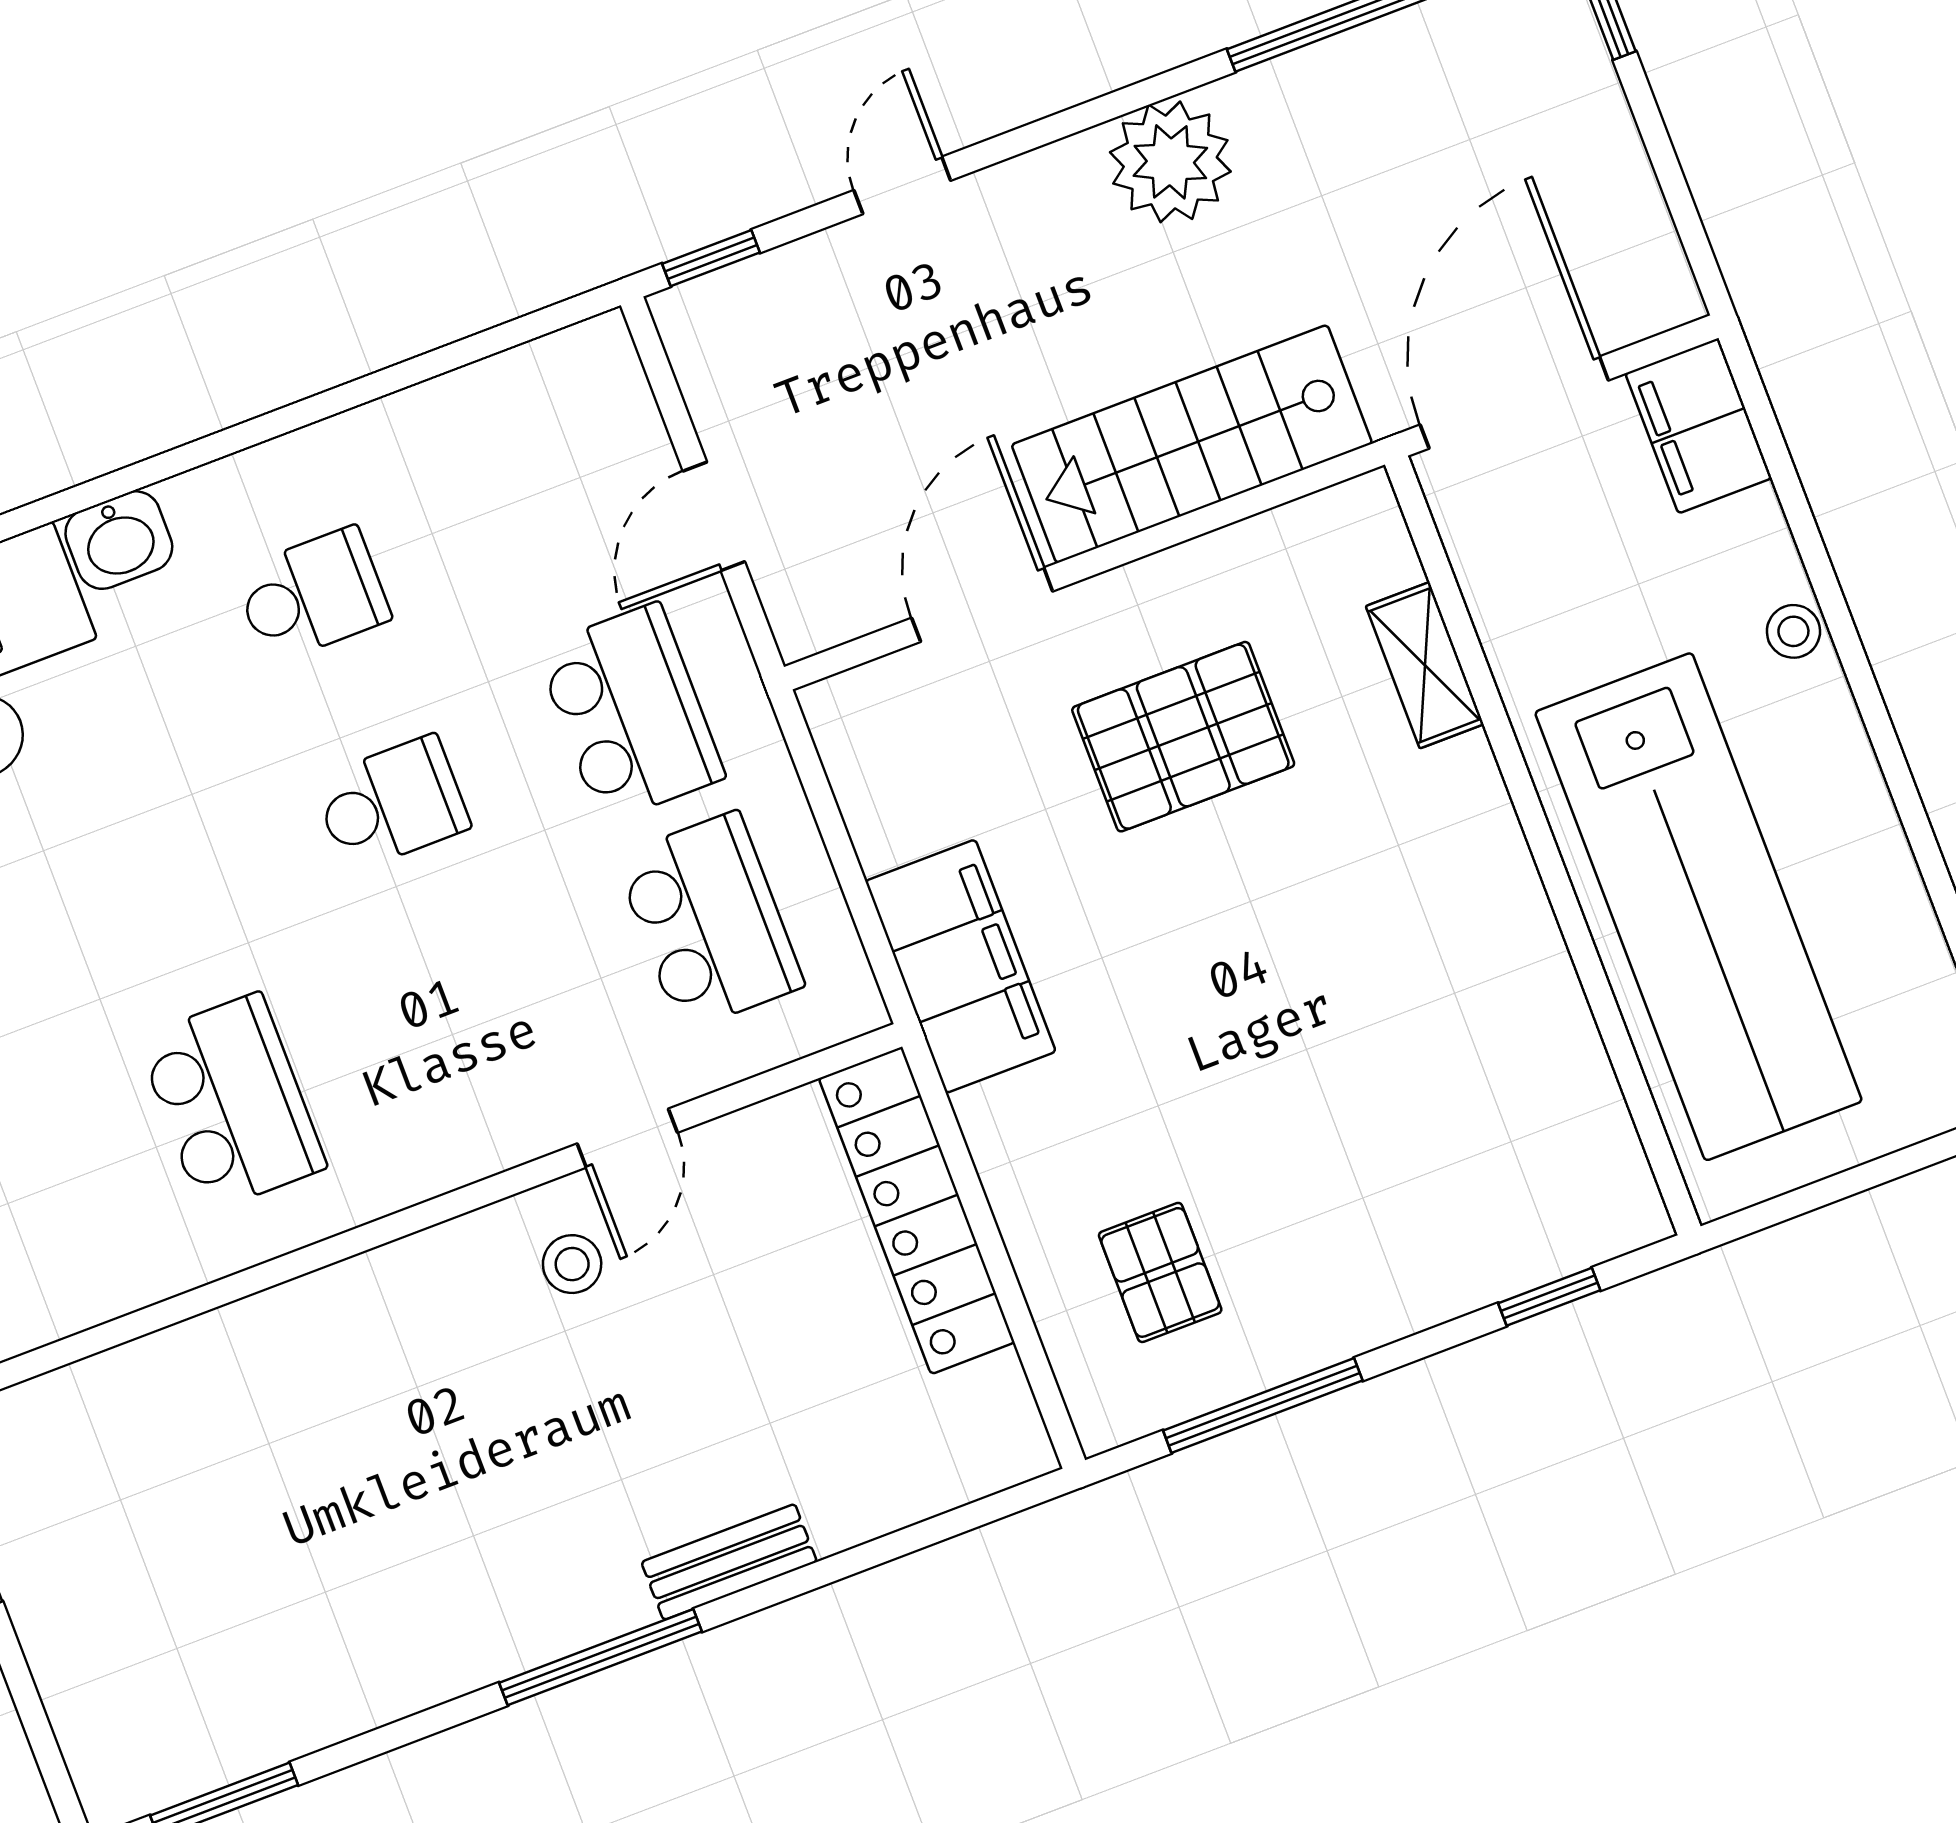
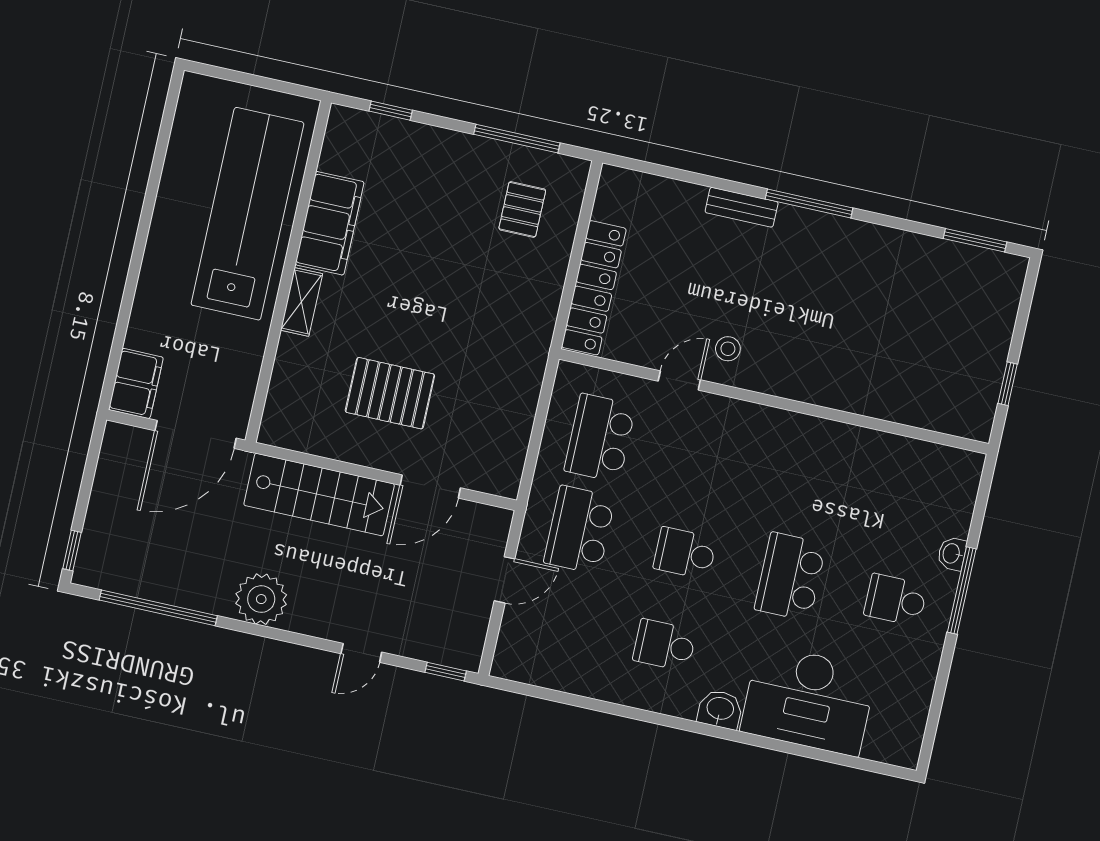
stool: (1793, 631) -> (150, 289), removed
shelving: (1425, 665) -> (301, 302), moved
filing cabinet: (960, 966) -> (330, 223), moved, turned 180
school desk: (232, 1103) -> (790, 577), moved

